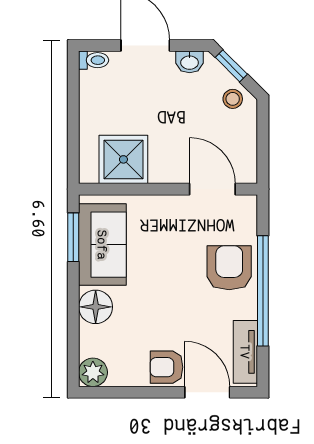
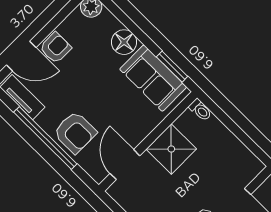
toilet: (94, 60) -> (200, 110), moved, turned -90
shower: (123, 159) -> (171, 149), moved
door: (212, 189) -> (125, 165), swing flipped

